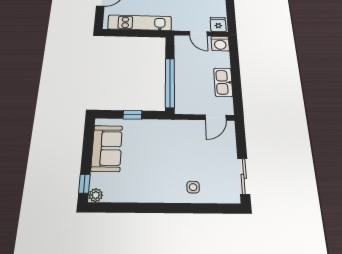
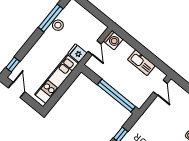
fridge: (218, 24) -> (77, 53), moved
door: (198, 34) -> (95, 48), hinge flipped

